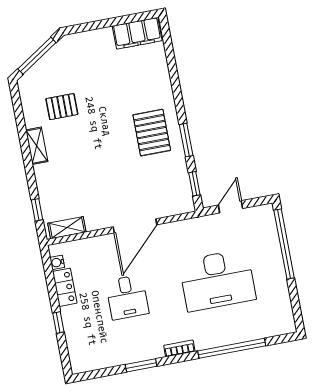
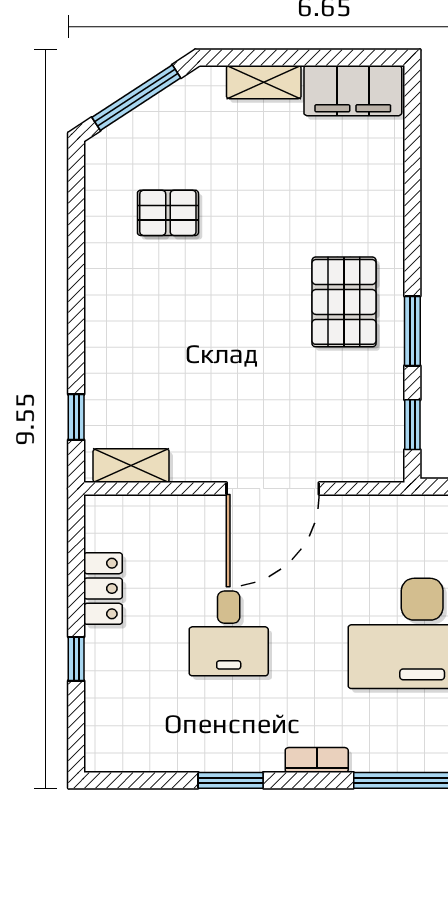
shelving: (37, 146) -> (264, 82), moved, turned 90
water cooler: (57, 262) -> (97, 534), removed

